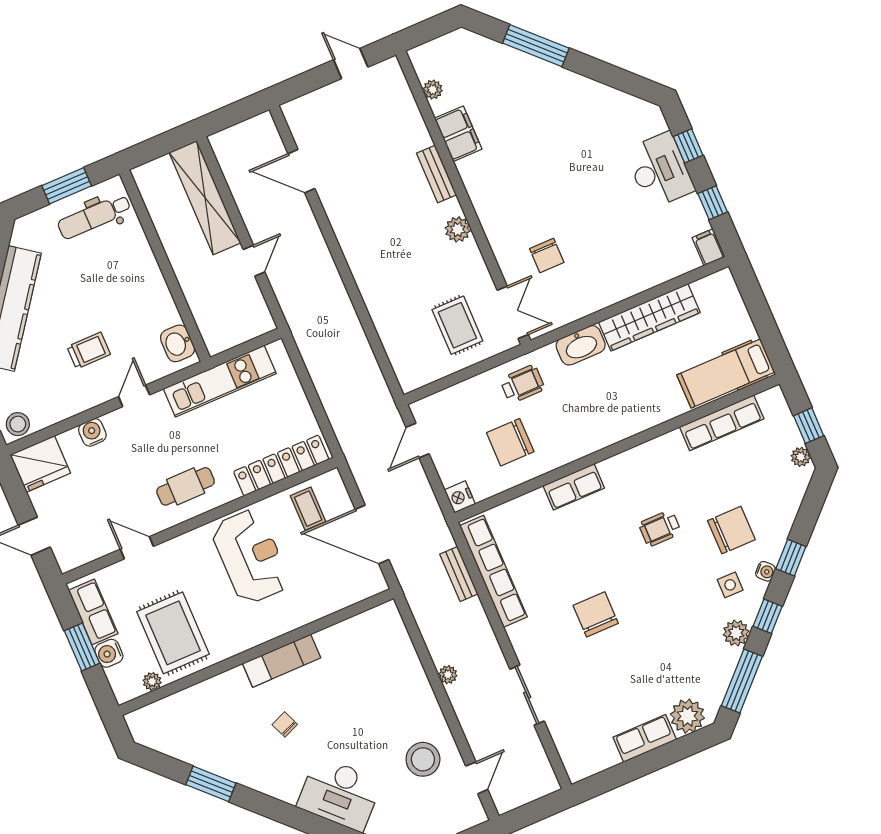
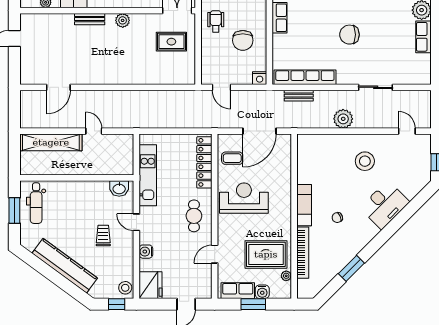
plant: (448, 675) -> (343, 119), width x1.87, depth x1.87
bookcase: (202, 692) -> (303, 253), added
stool: (423, 759) -> (365, 161), moved

